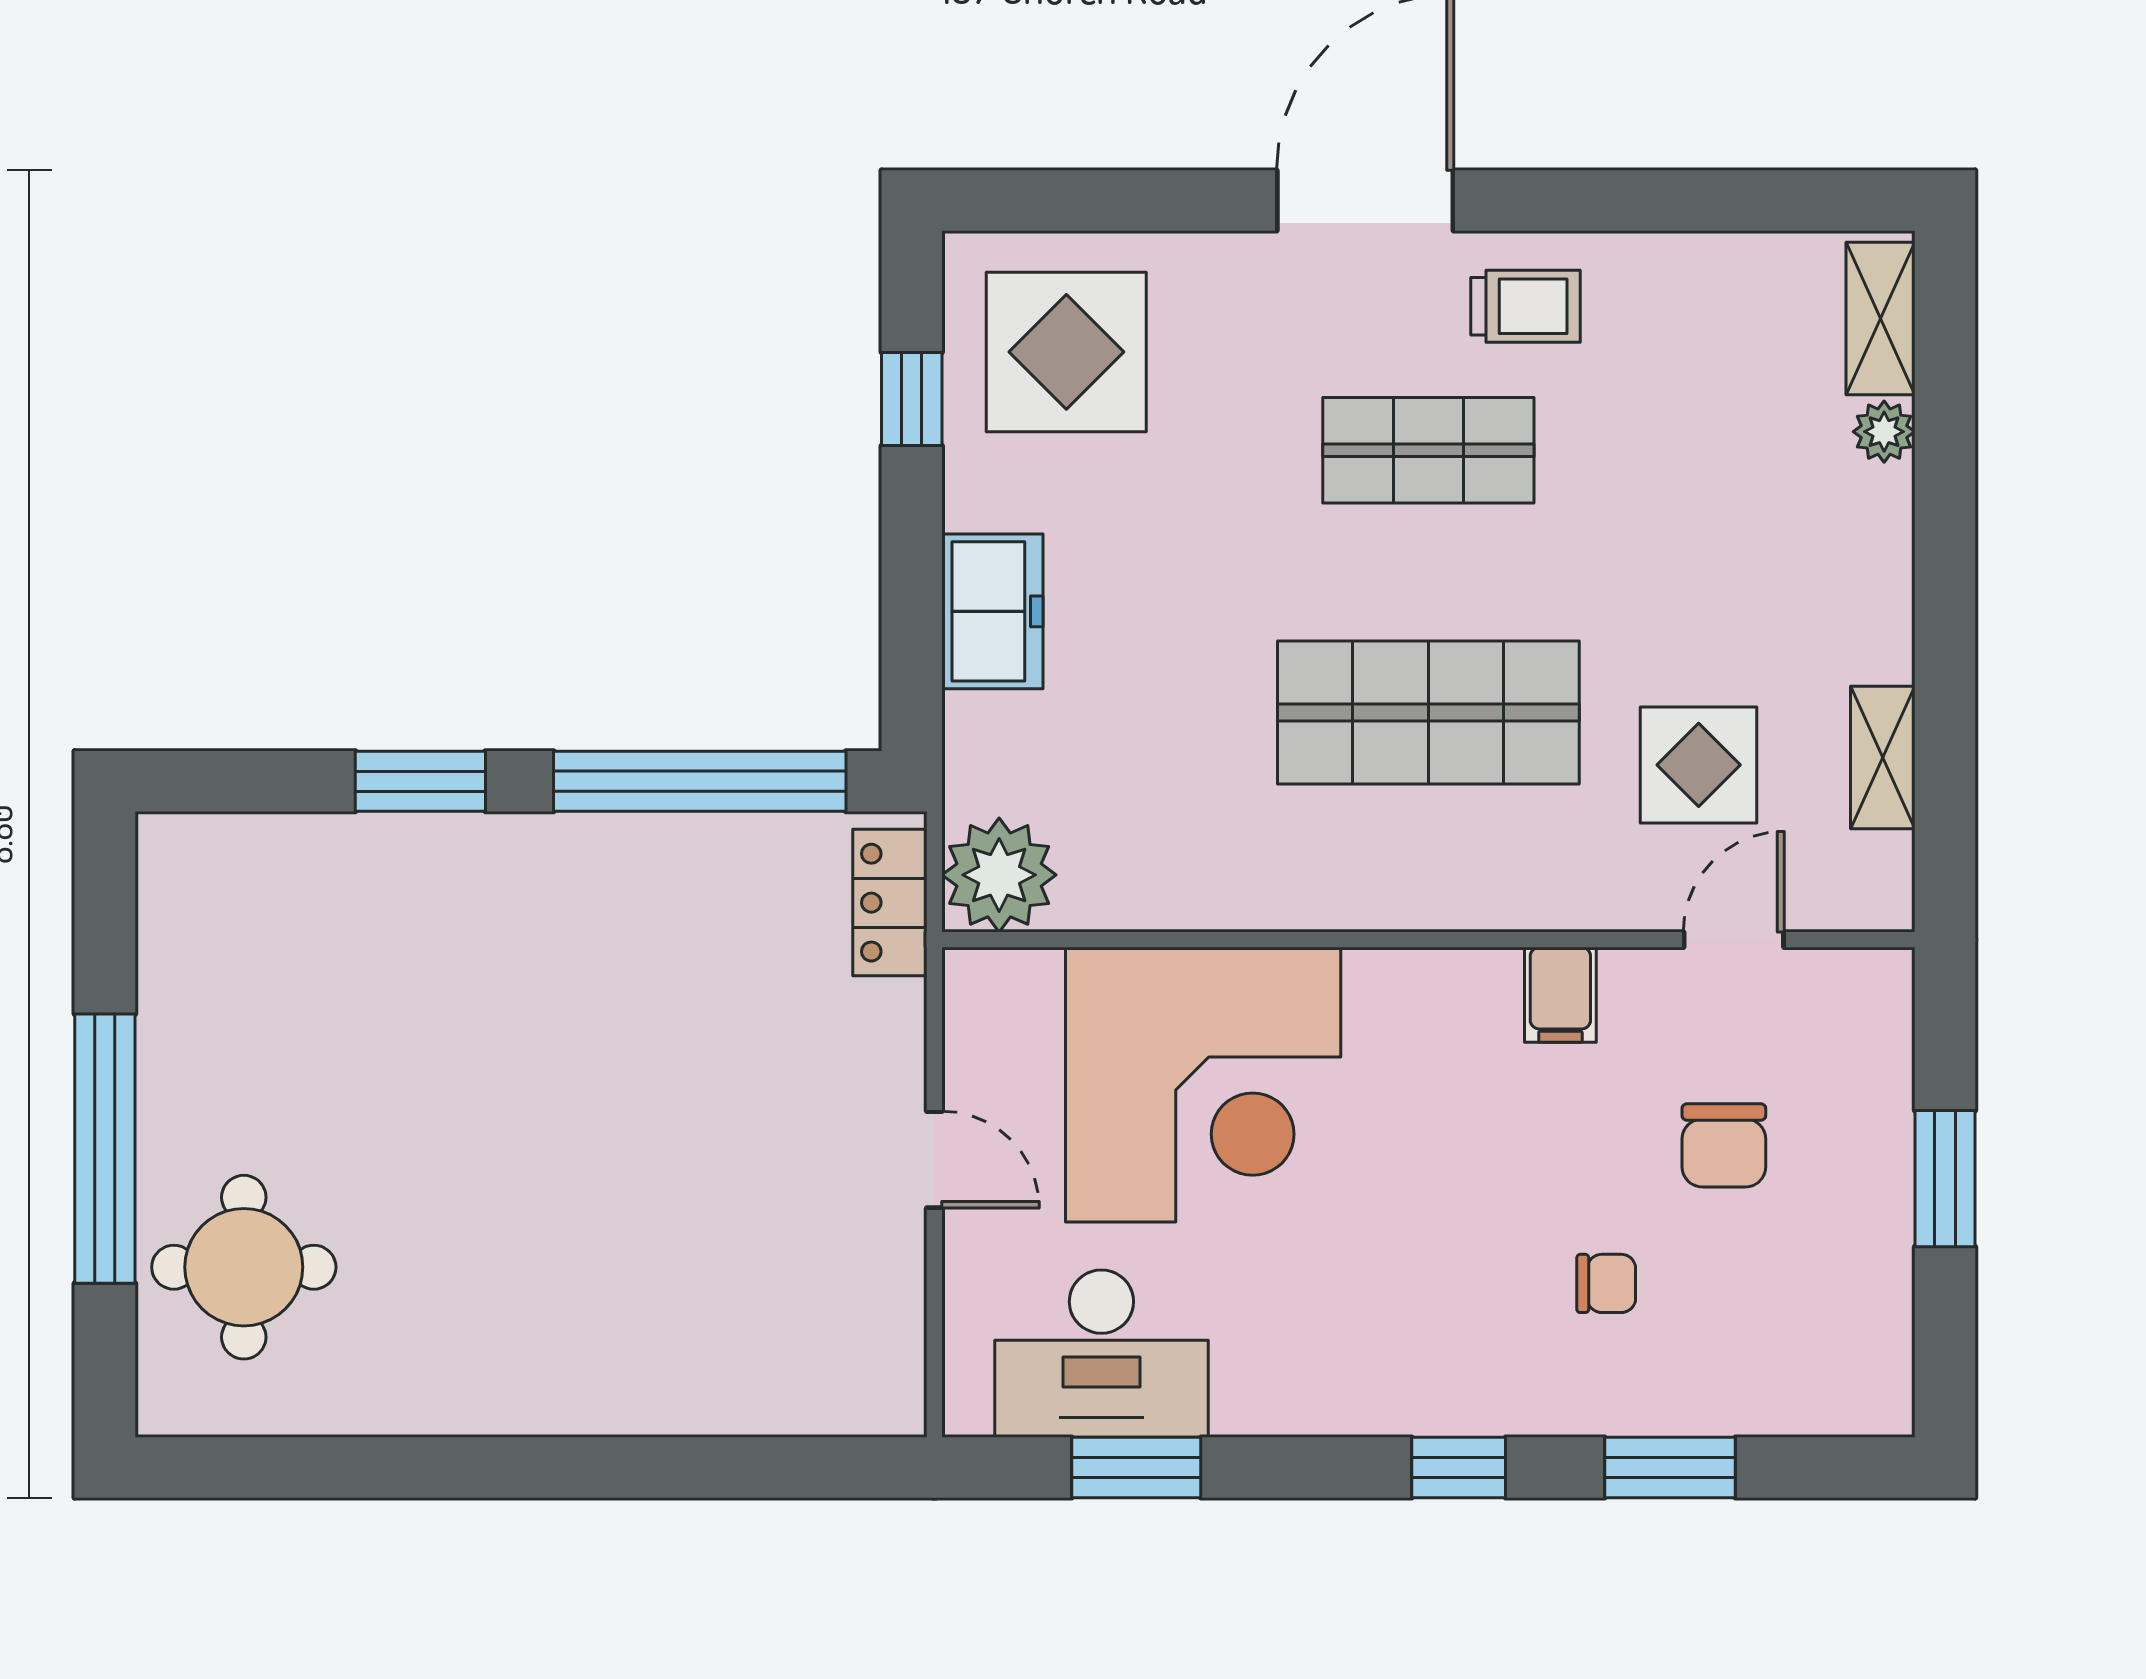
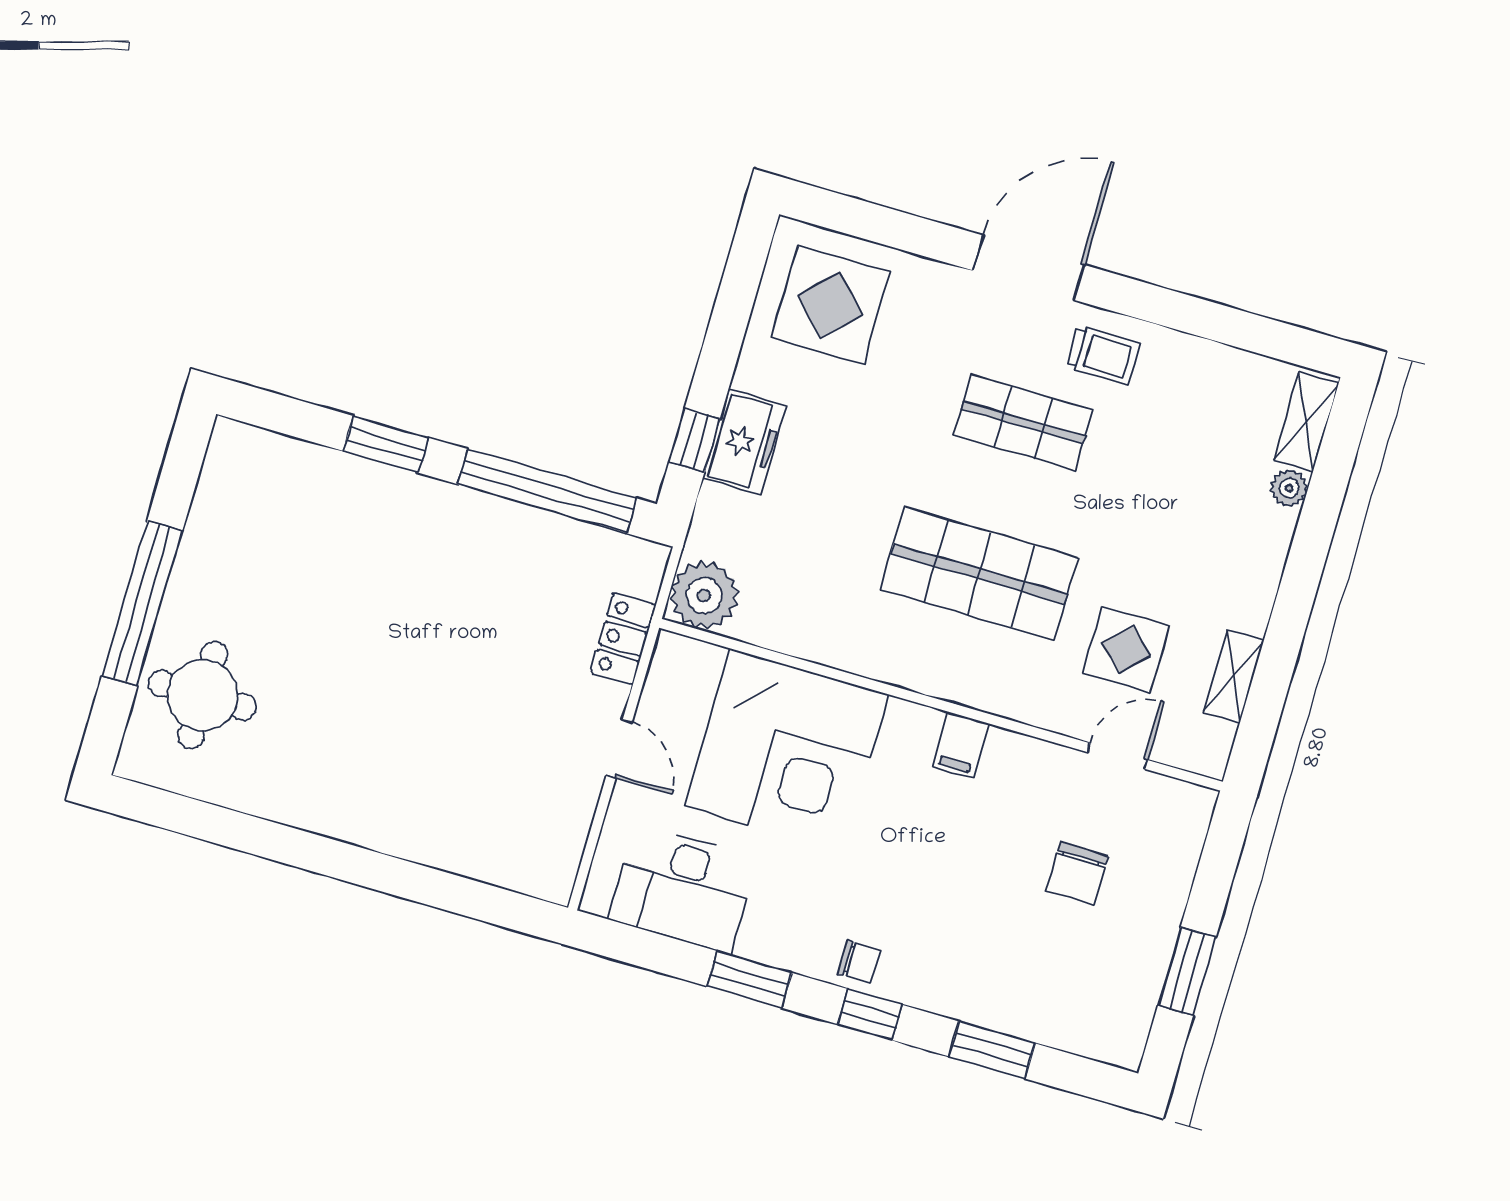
window: (912, 399) -> (695, 440), moved
locker: (890, 903) -> (623, 639), moved
filing cabinet: (1560, 995) -> (960, 745), moved
window: (1945, 1179) -> (1187, 971), moved
chair: (1606, 1283) -> (859, 962), moved
window: (1136, 1468) -> (749, 979), moved

